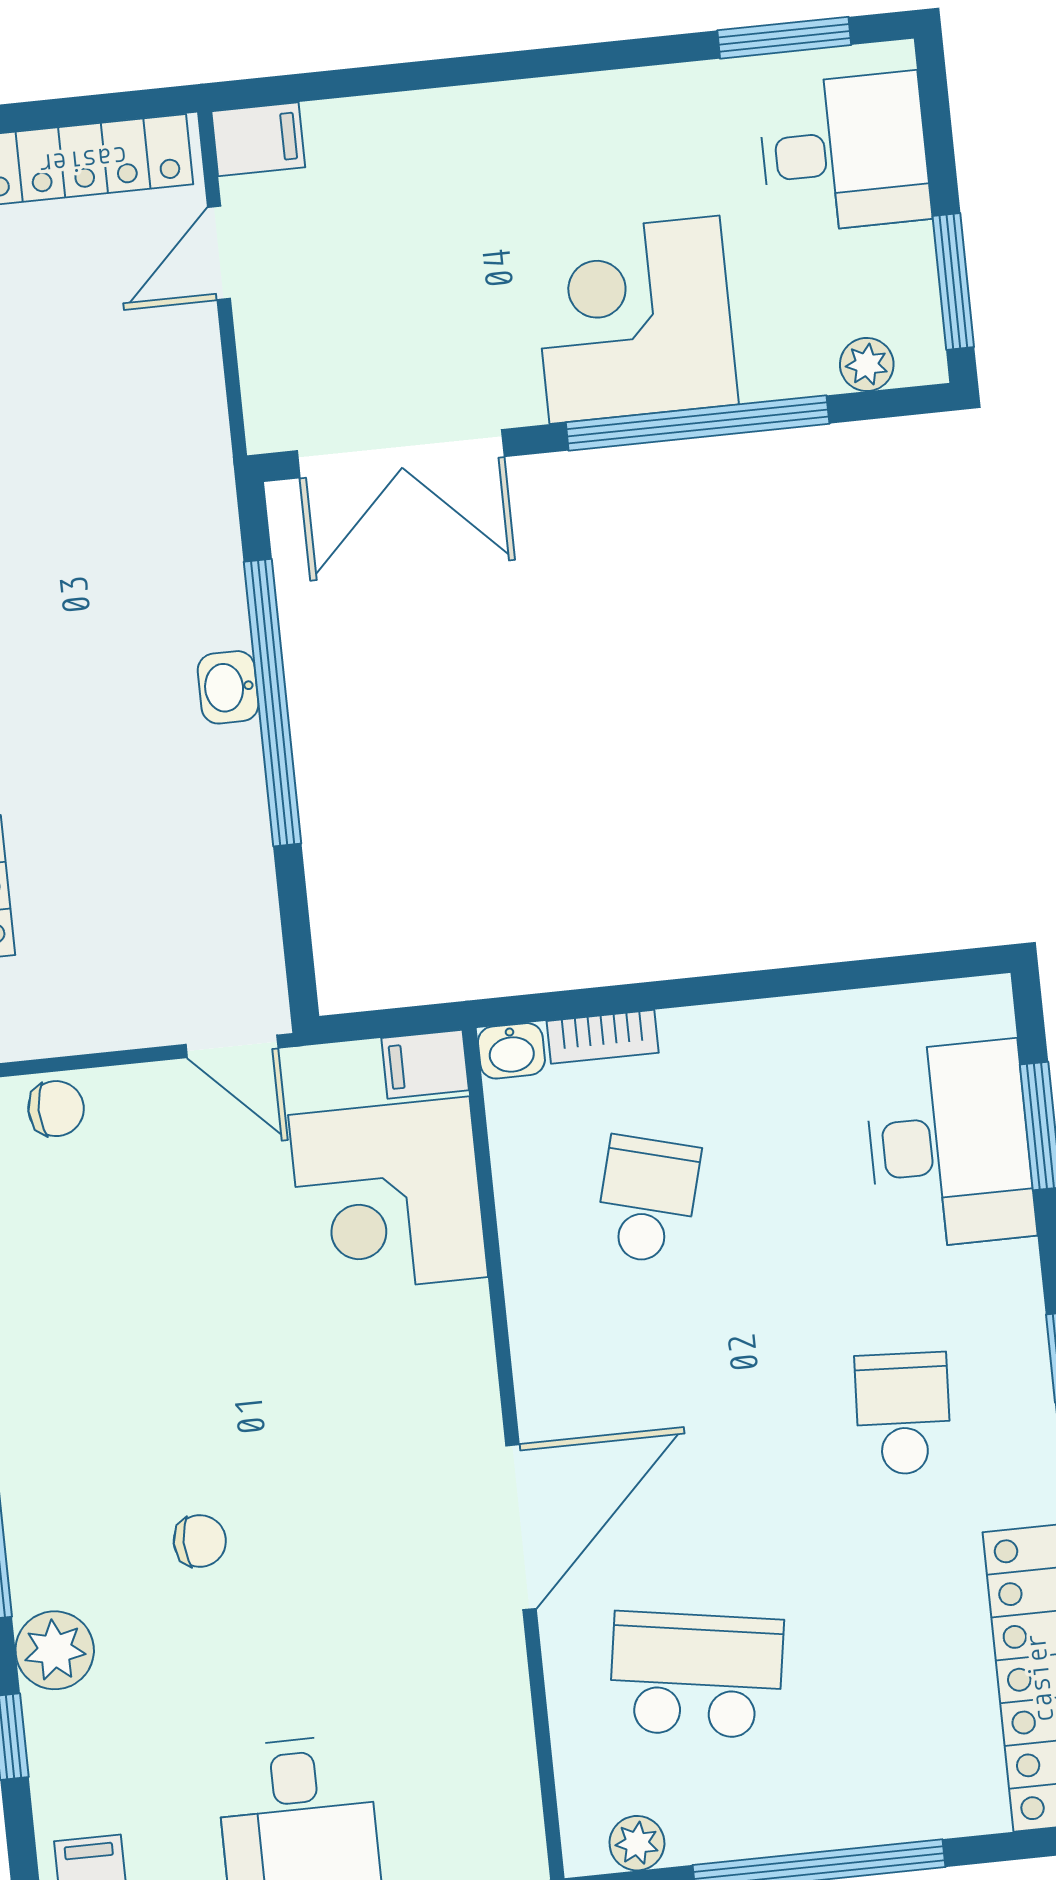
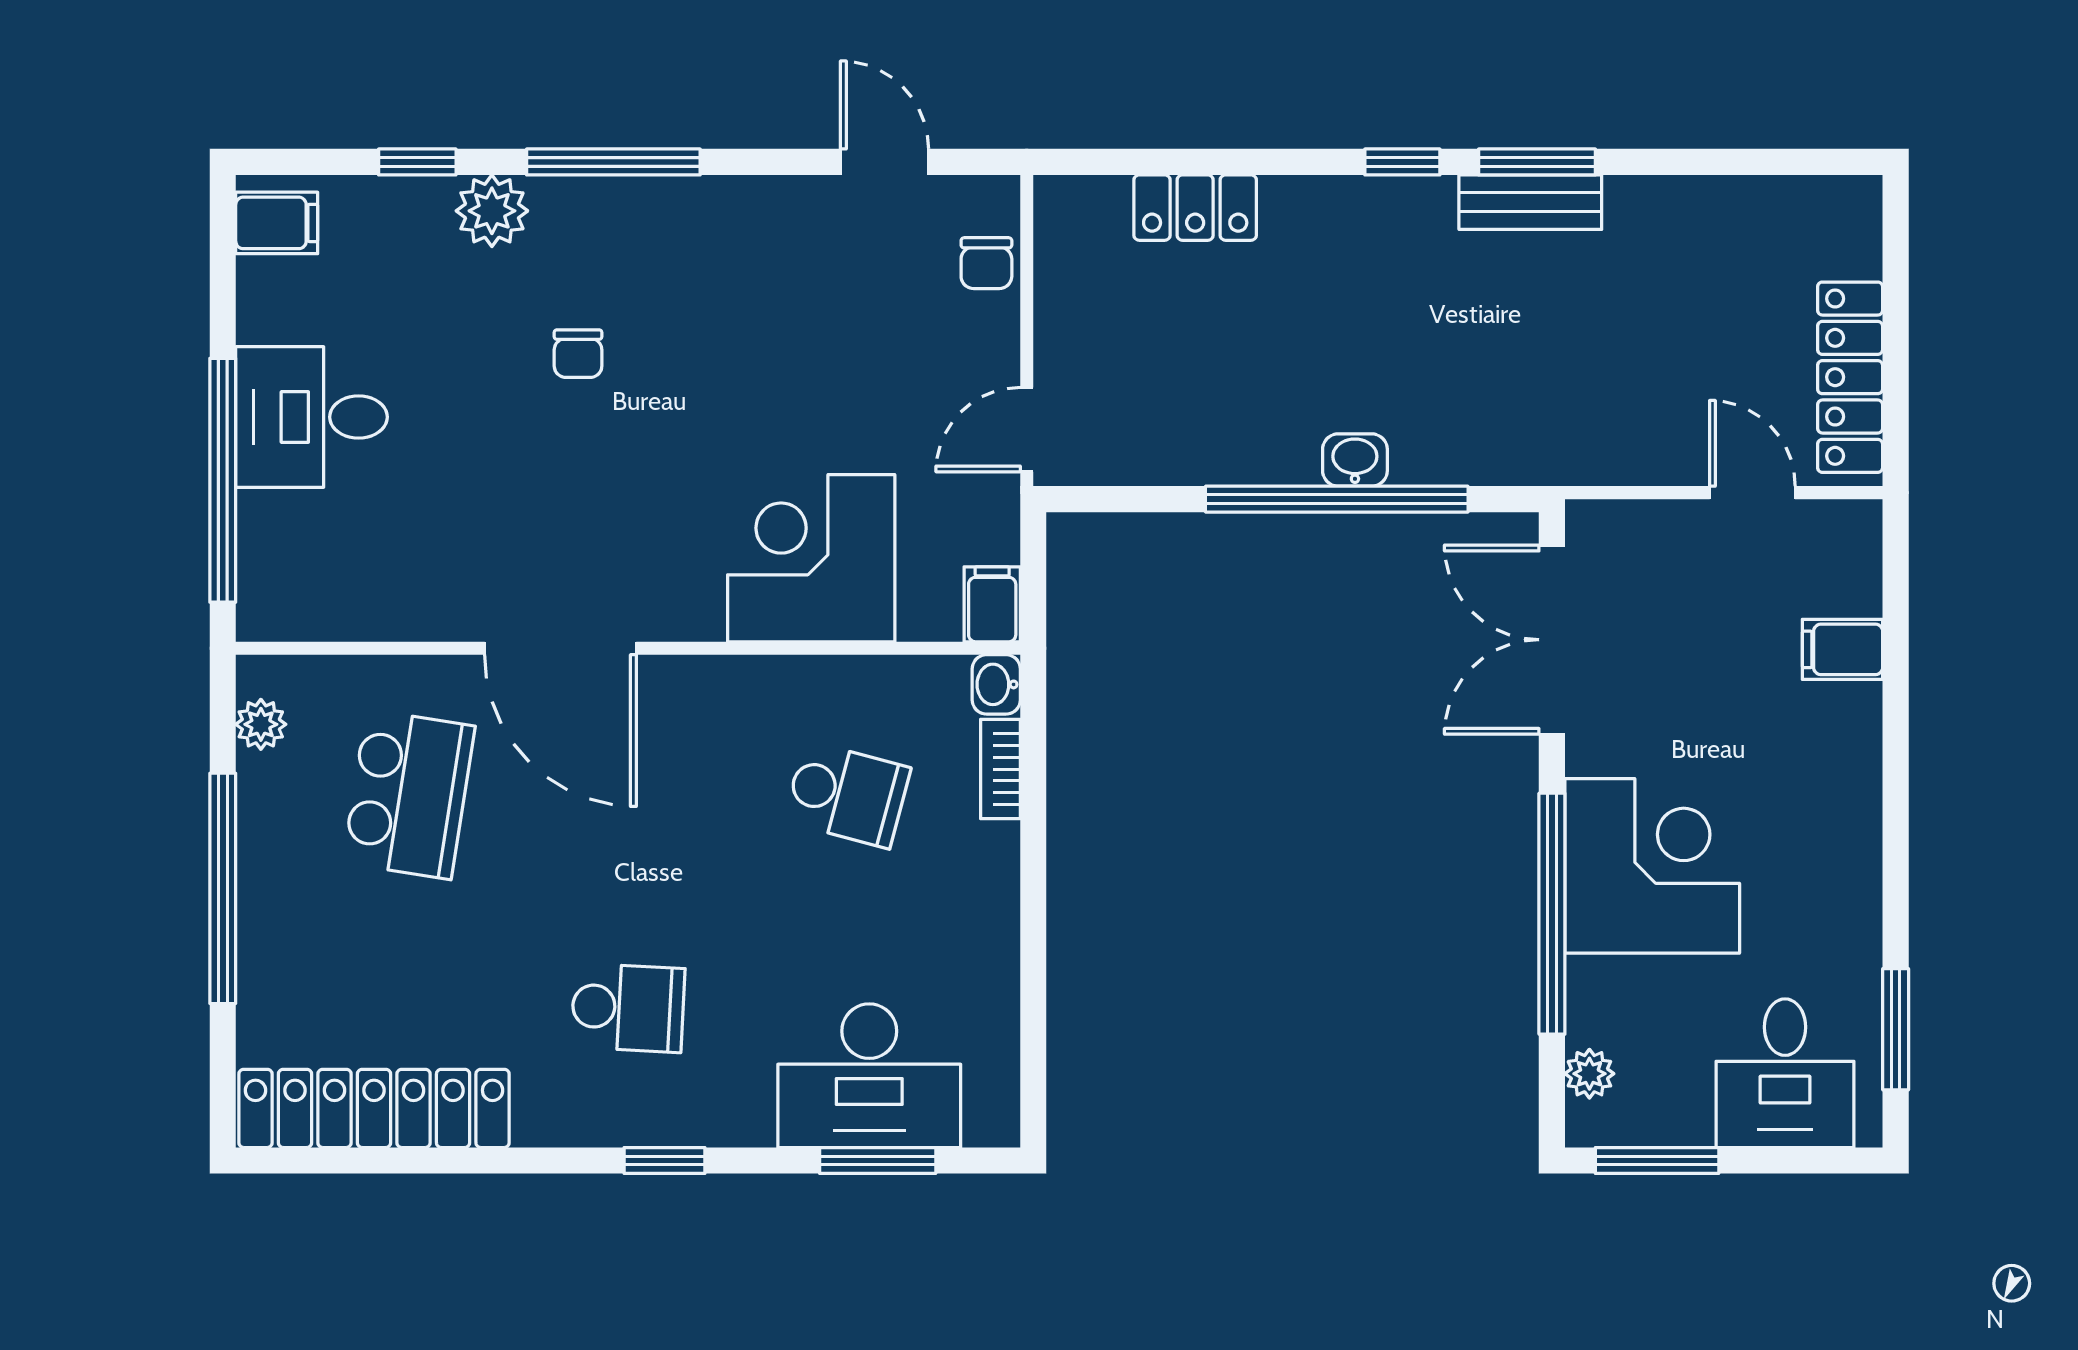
filing cabinet: (258, 139) -> (1843, 649), moved, turned 90
corner desk: (388, 1196) -> (811, 558), moved

